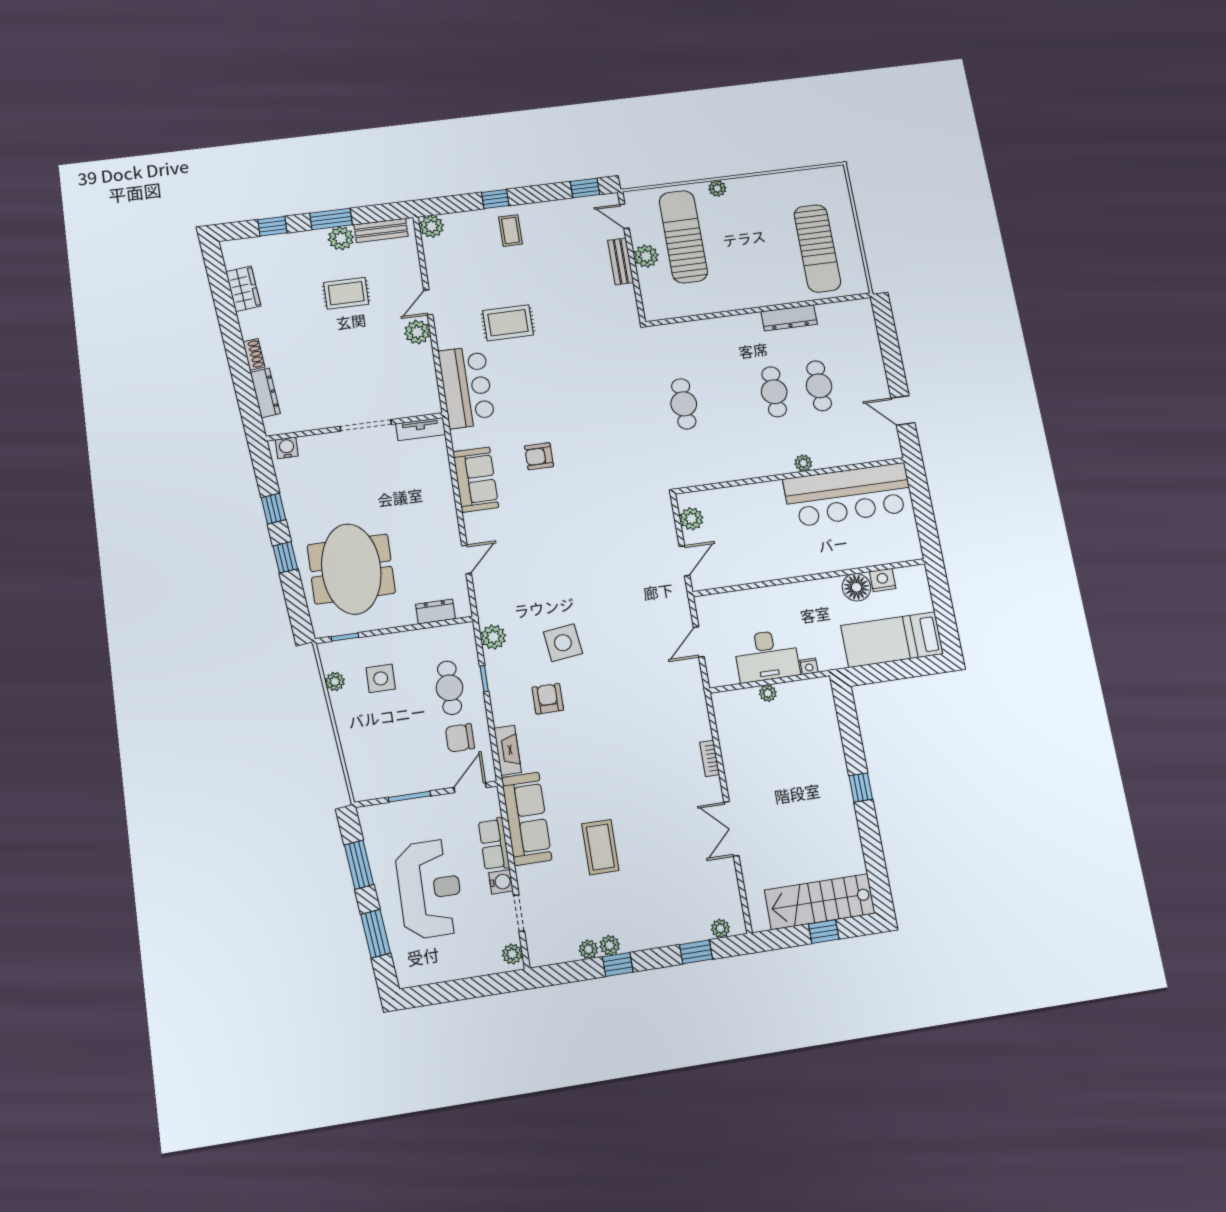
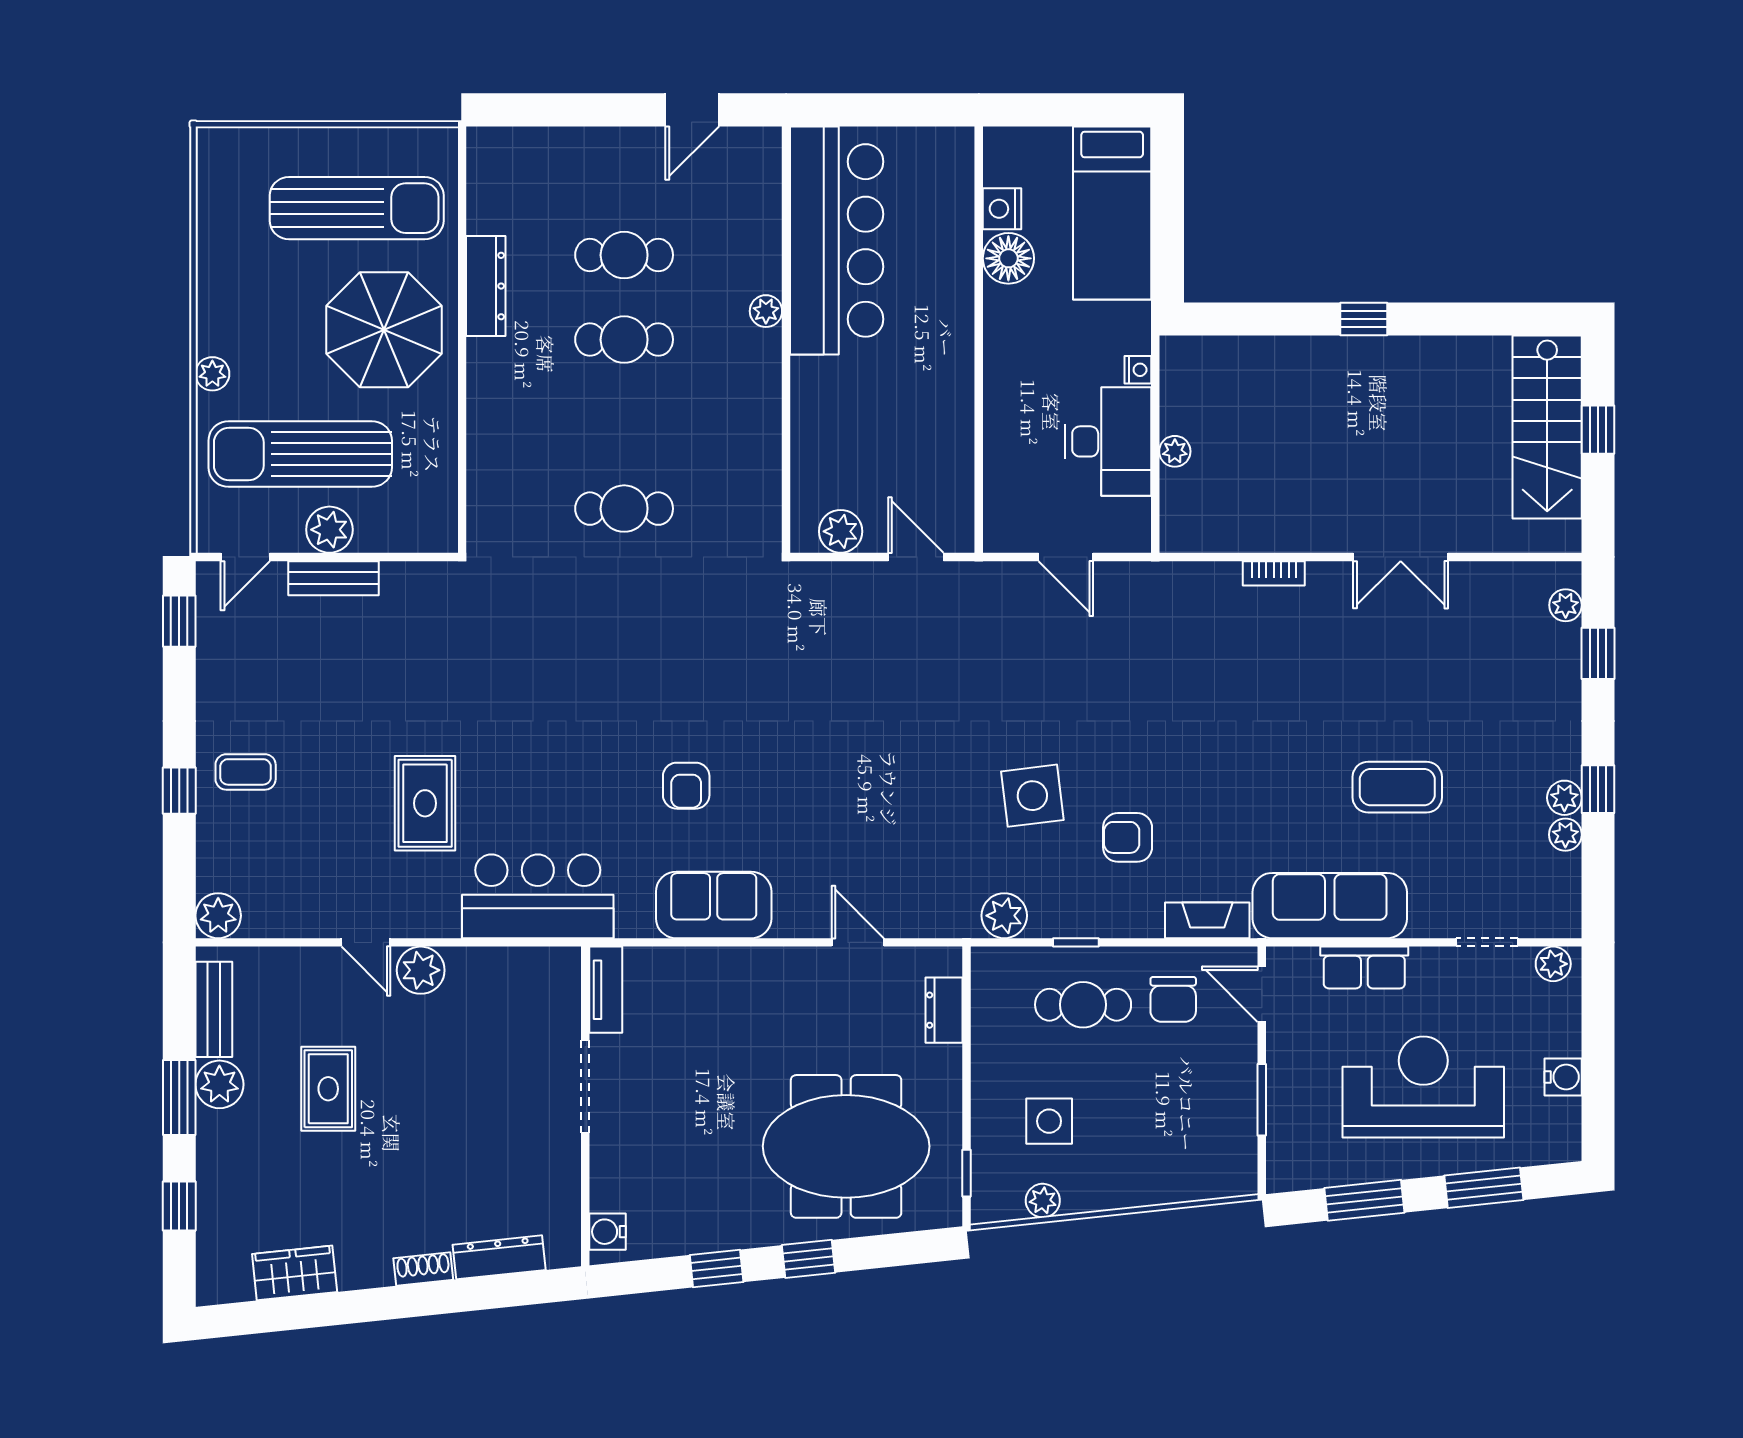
parasol: (756, 270) -> (384, 330), added
water cooler: (501, 882) -> (1563, 1077), moved, turned 90

